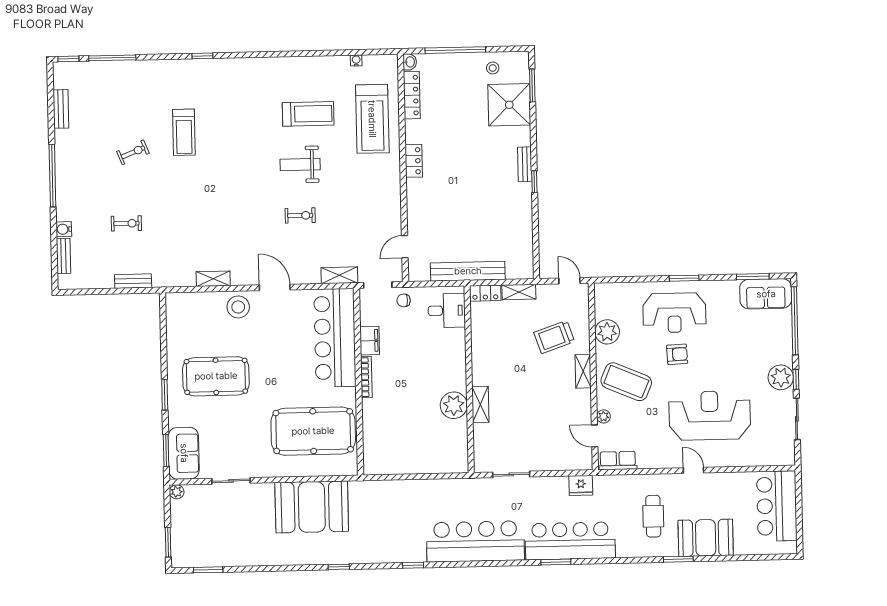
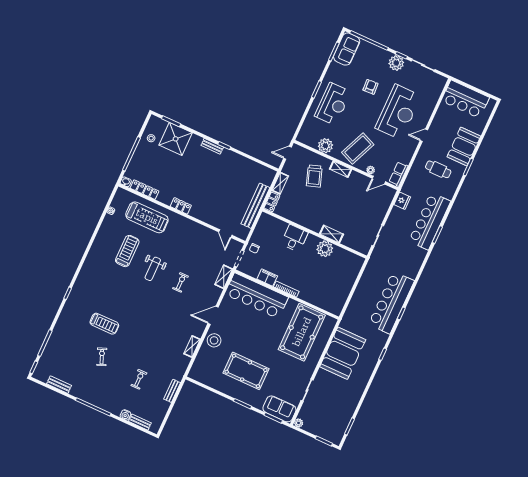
desk: (447, 310) -> (294, 238), moved
armchair: (677, 354) -> (370, 87), moved
pool table: (216, 376) -> (246, 371), turned 90
reception desk: (710, 415) -> (398, 112), turned 180
bar counter: (475, 541) -> (391, 303), moved

